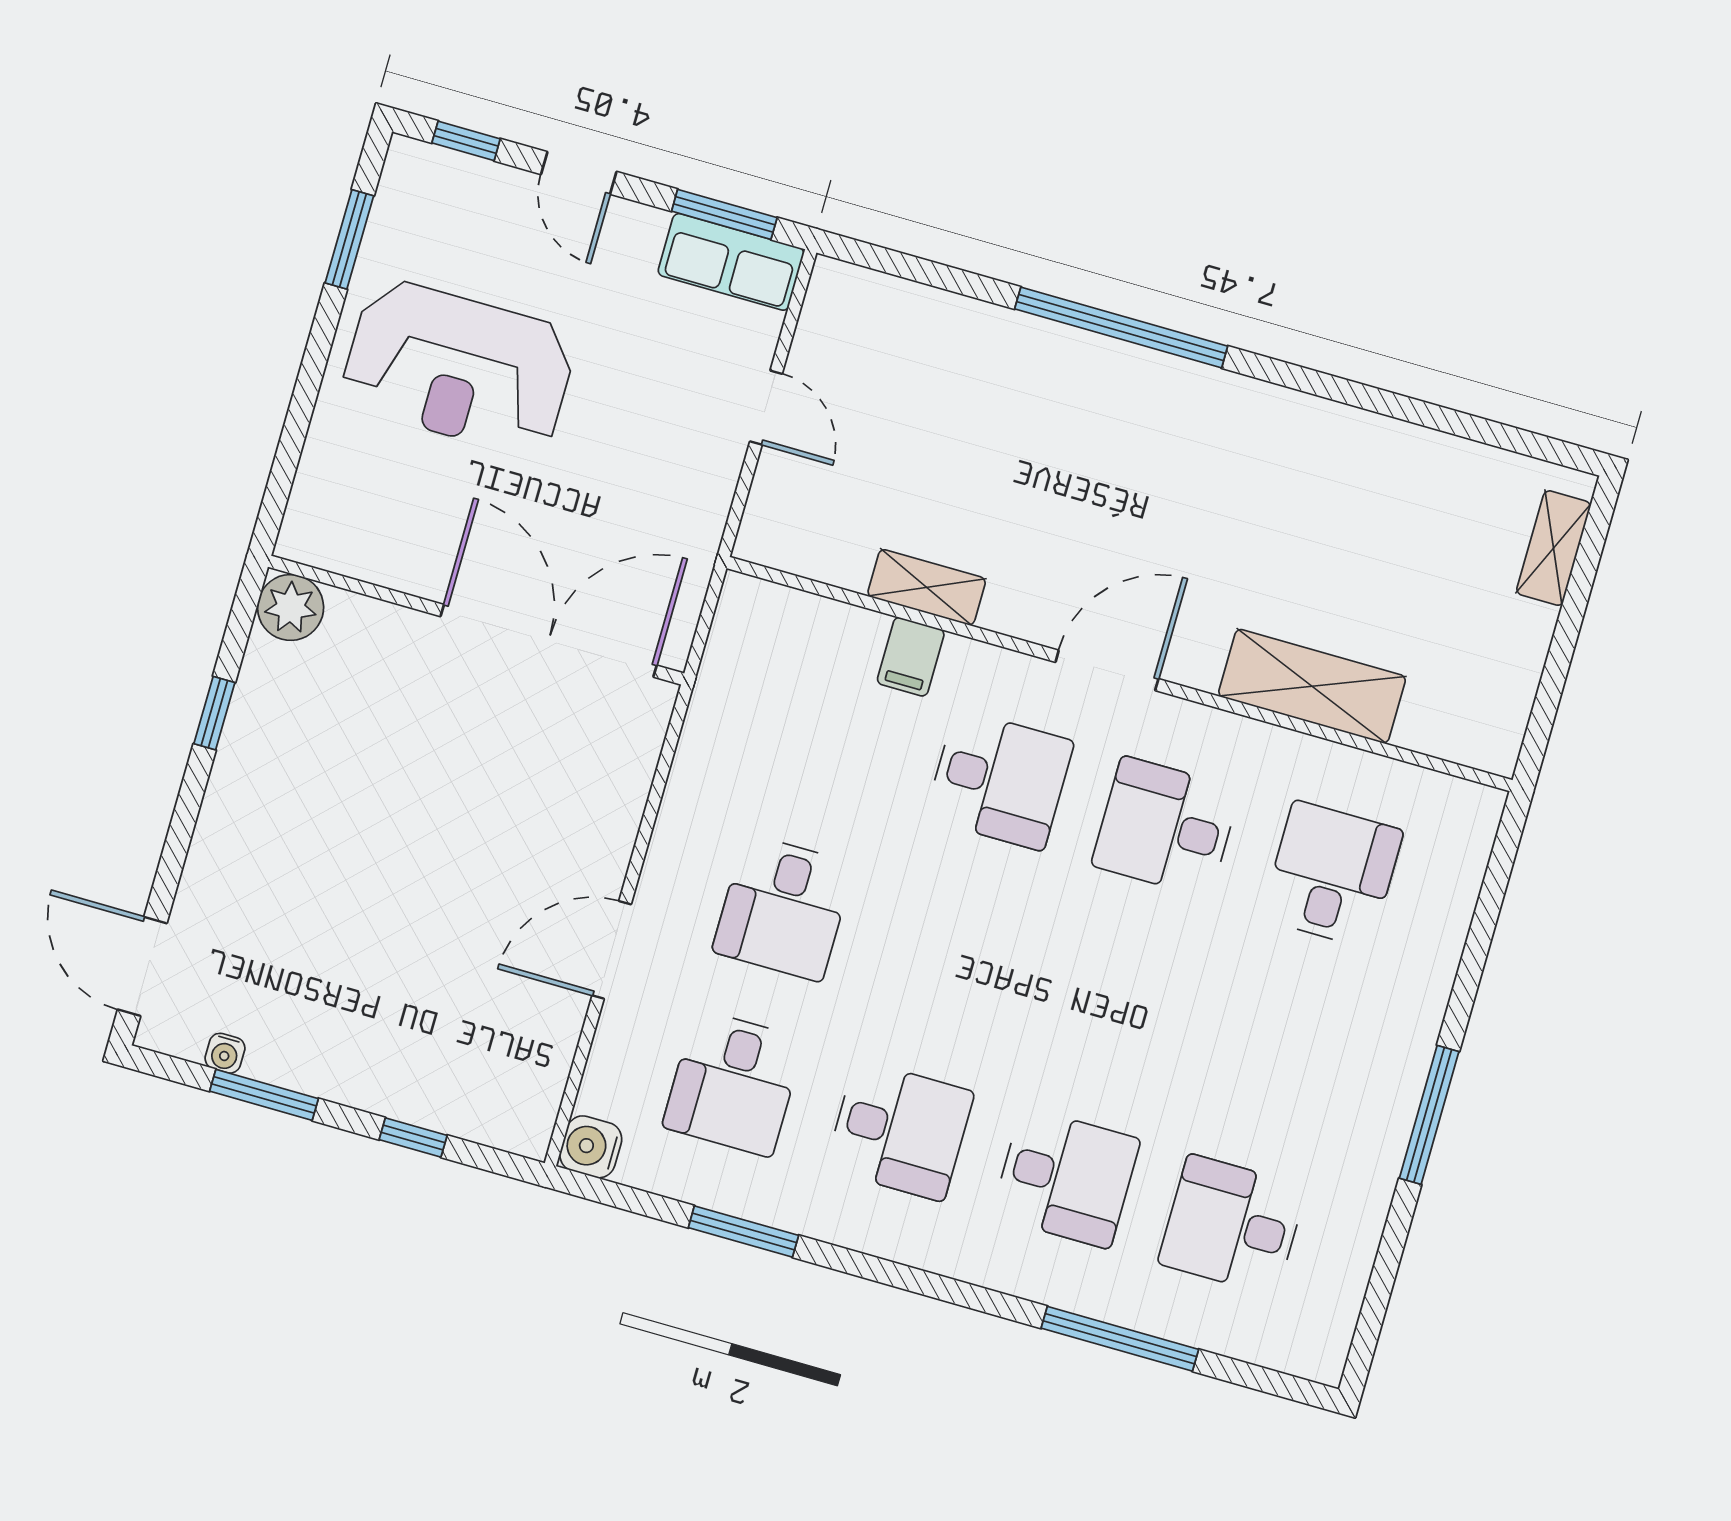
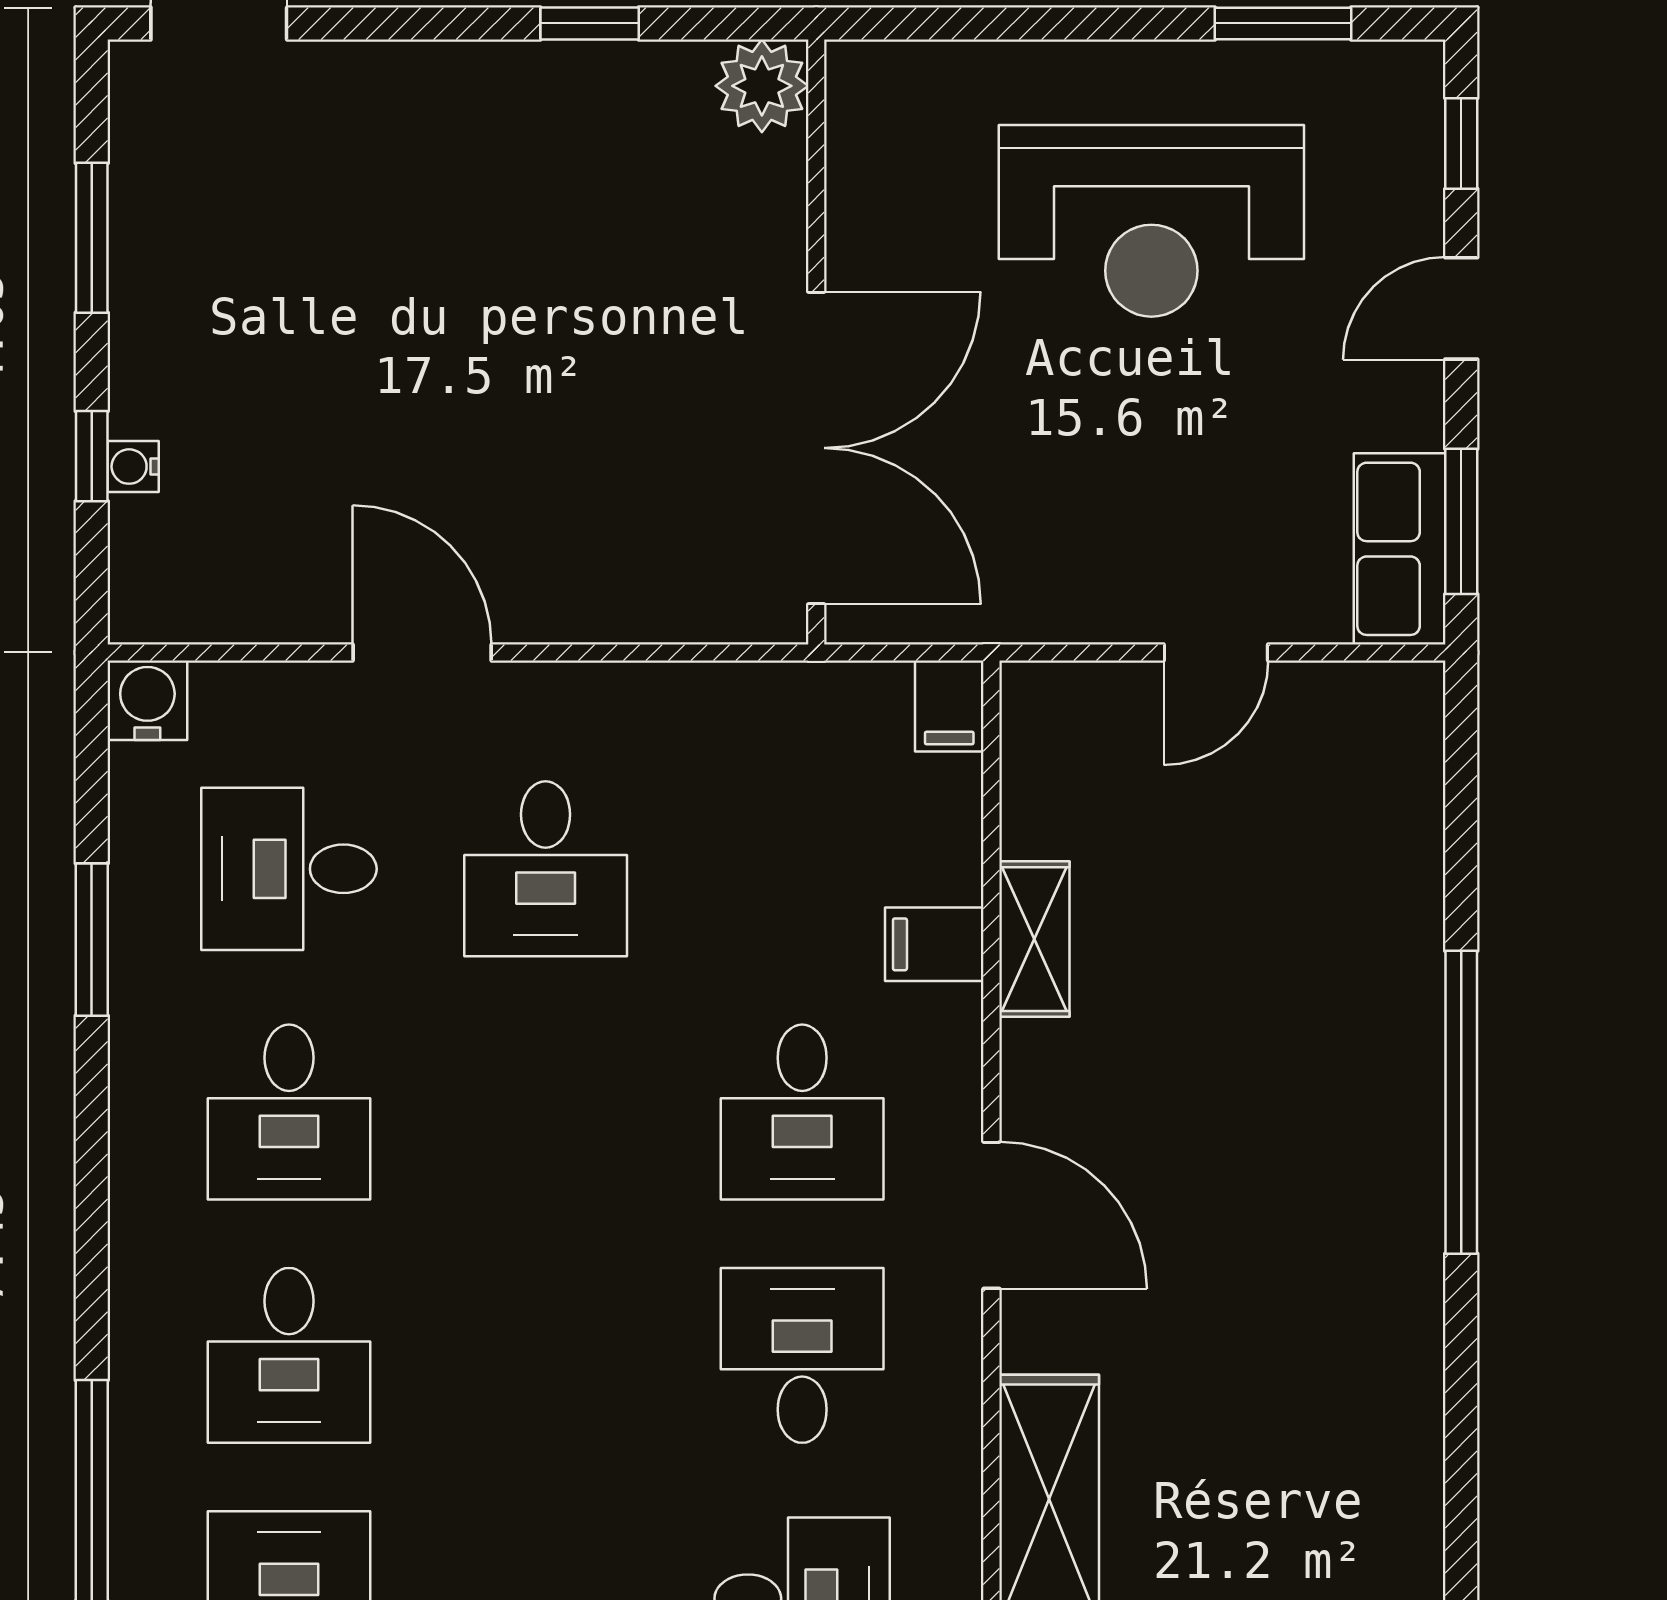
reception desk: (459, 368) -> (1151, 221), turned -90
filing cabinet: (751, 600) -> (949, 706), added
desk: (783, 908) -> (546, 869), turned -90
water cooler: (225, 1053) -> (133, 467), moved

